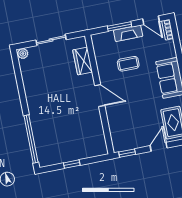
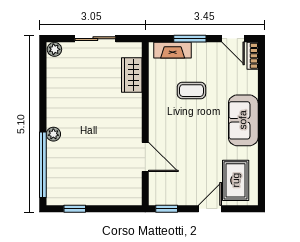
fireplace: (128, 33) -> (173, 50), moved
door: (100, 96) -> (145, 157), moved
plant: (34, 115) -> (53, 134), added
window: (72, 164) -> (75, 209), moved

